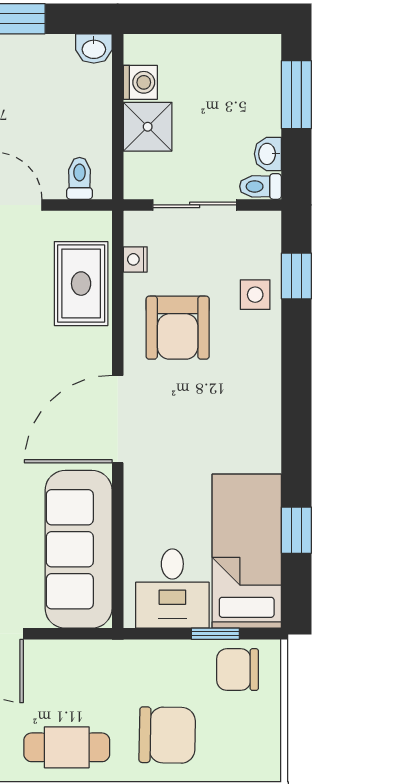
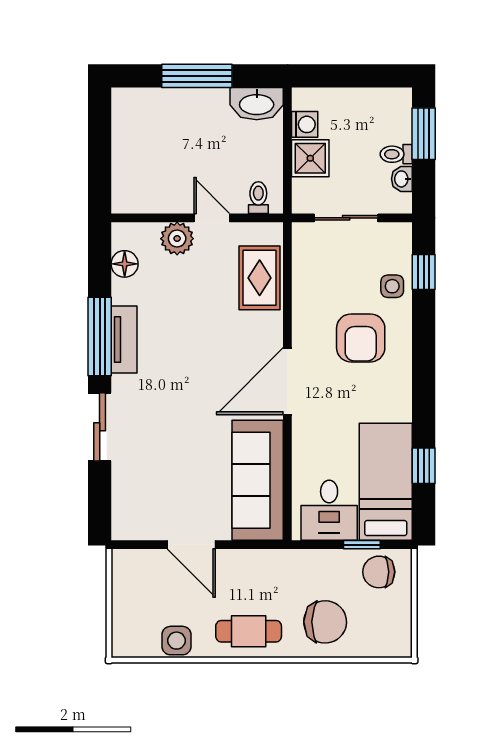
washbasin: (94, 48) -> (257, 104), width x1.91, depth x1.45
toilet: (260, 186) -> (396, 154), moved
nightstand: (135, 259) -> (301, 259), removed
armchair: (178, 328) -> (361, 338), moved

